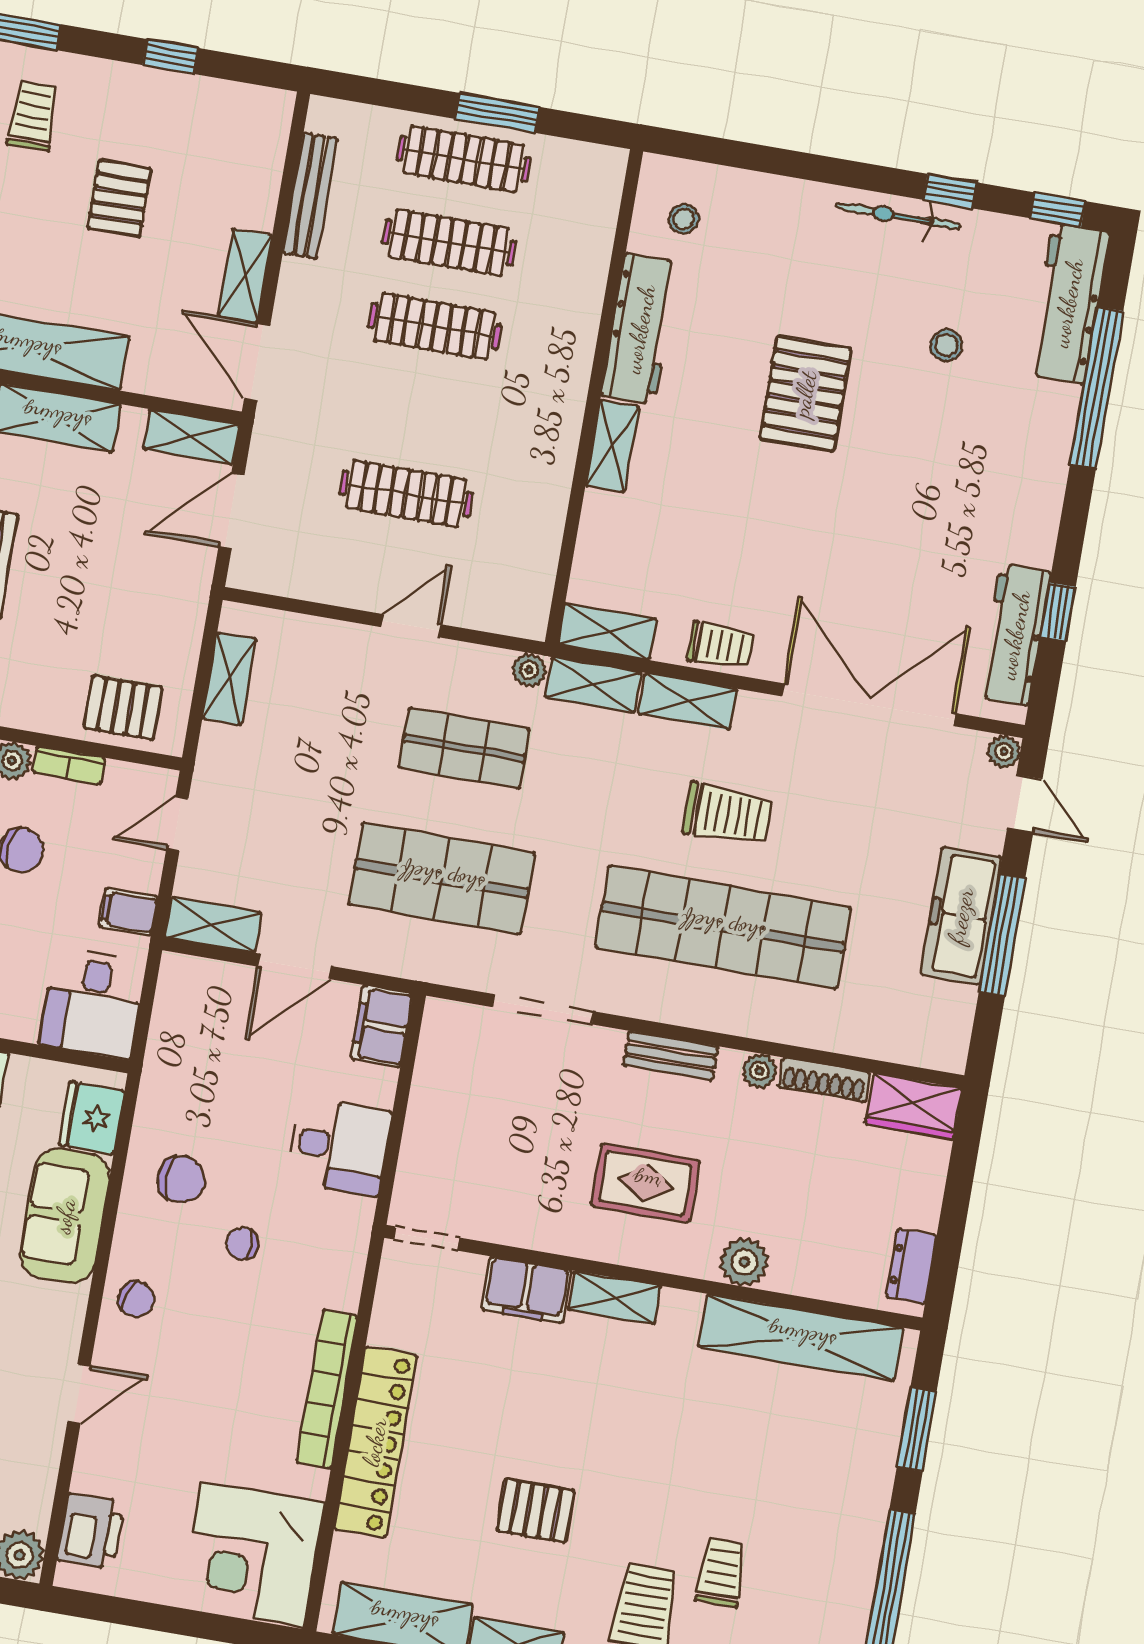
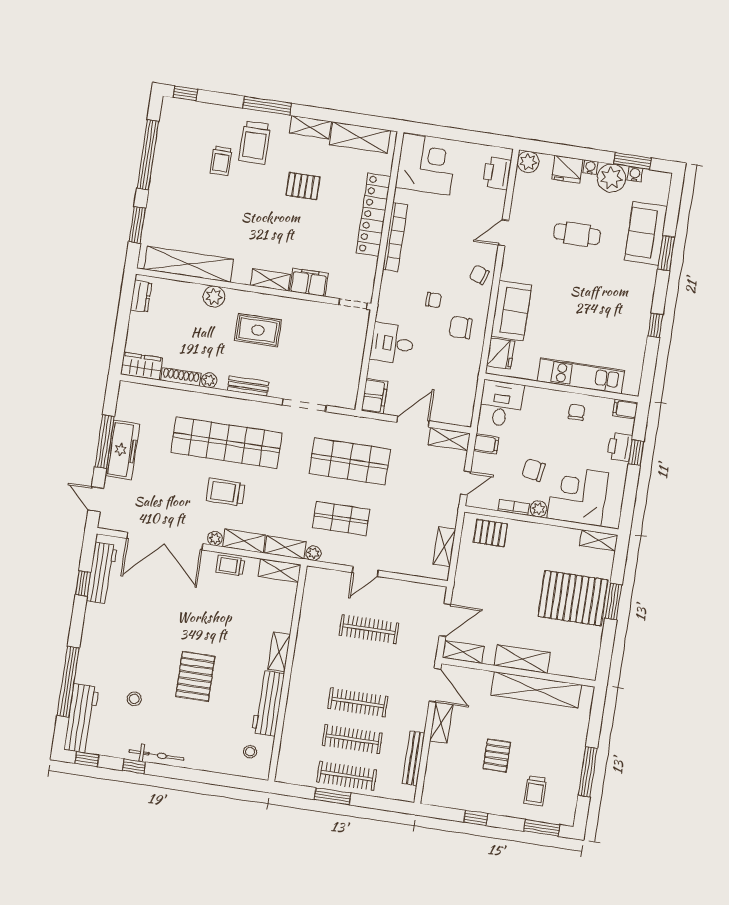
plant: (1004, 751) -> (215, 539), moved

